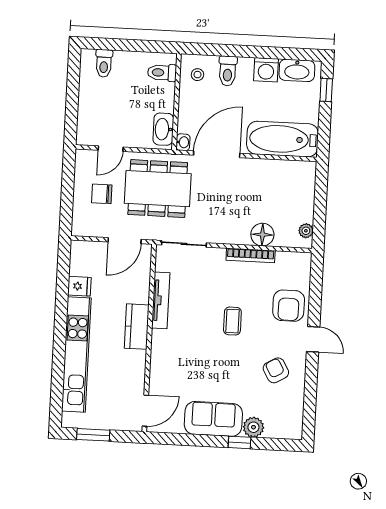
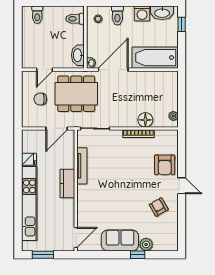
coffee table: (232, 321) -> (129, 177), removed

